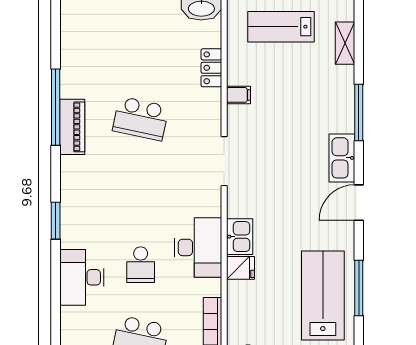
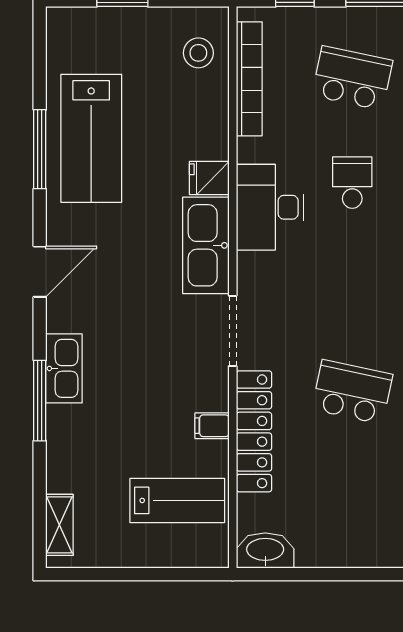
lab bench: (281, 27) -> (177, 500), moved
shelving: (345, 43) -> (59, 525), moved
locker: (211, 68) -> (254, 431), width x2.16, depth x1.21
kitchen sink: (342, 158) -> (64, 368), moved
kitchen sink: (240, 237) -> (206, 245), width x1.87, depth x1.24

